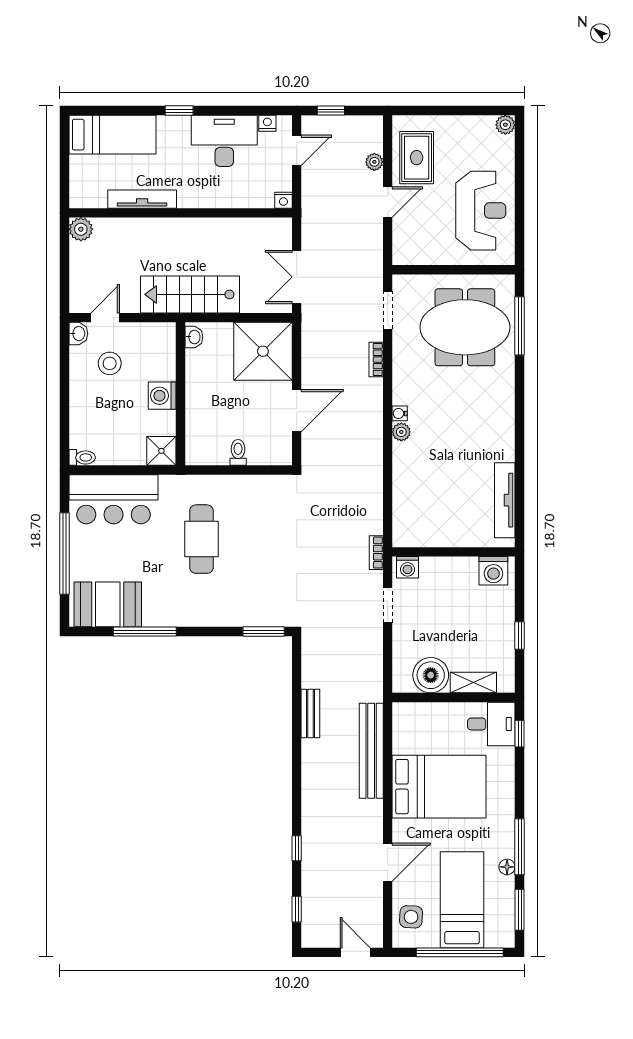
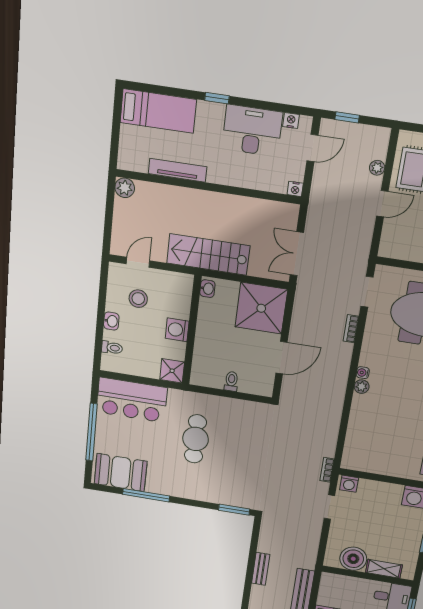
washbasin: (78, 334) -> (111, 321), moved
toilet: (82, 457) -> (112, 348), moved

